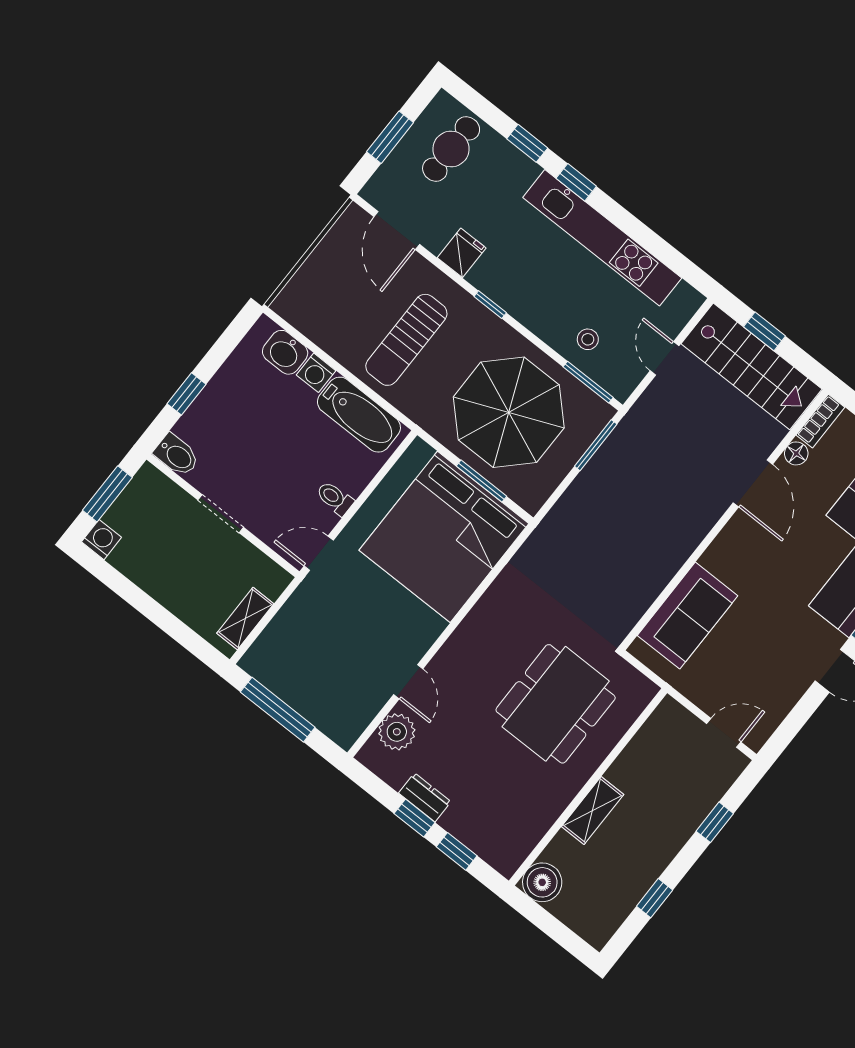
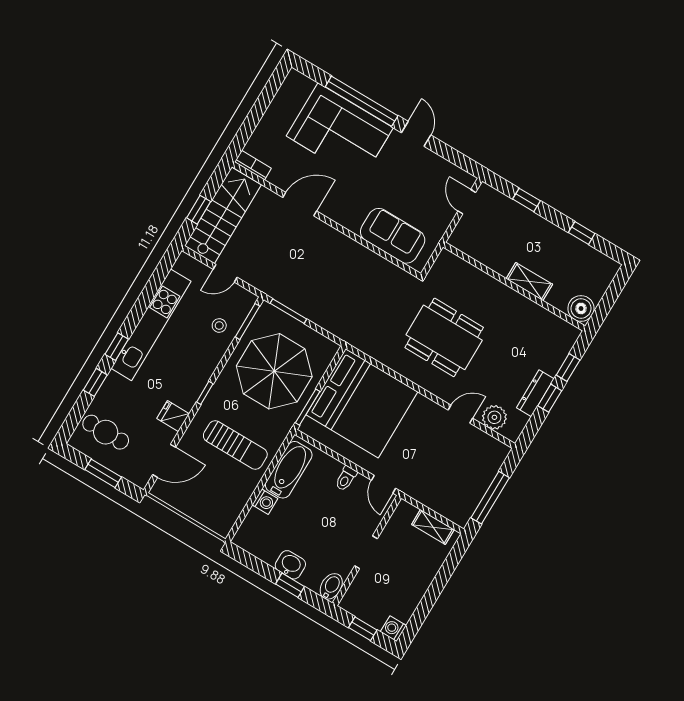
washbasin: (285, 352) -> (290, 565), moved, turned -90
floor lamp: (796, 453) -> (276, 178), removed
window: (481, 481) -> (308, 407), moved
window: (107, 494) -> (363, 629), width x0.67
dining table: (556, 704) -> (444, 337), moved
dresser: (425, 797) -> (535, 393), width x1.44

